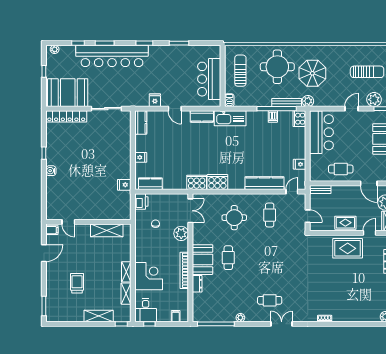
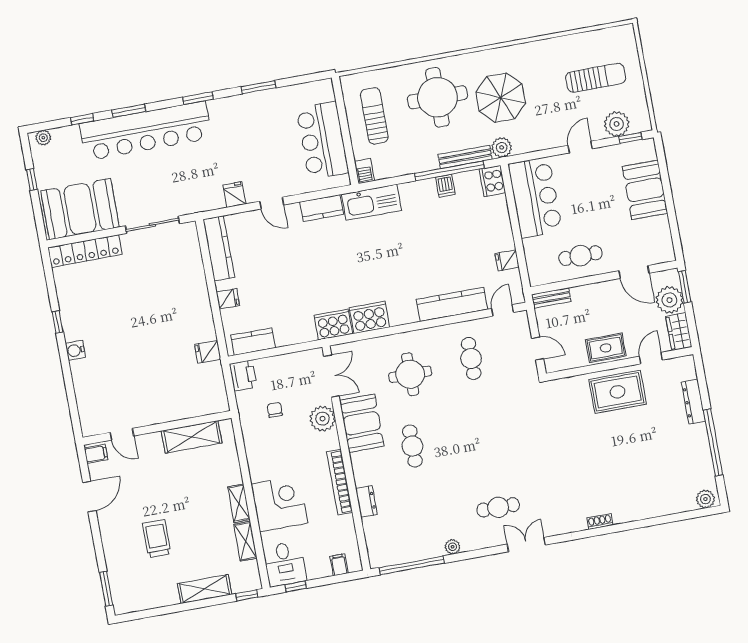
kitchen counter: (141, 123) -> (219, 248), width x1.50
booth: (202, 260) -> (362, 423), moved

